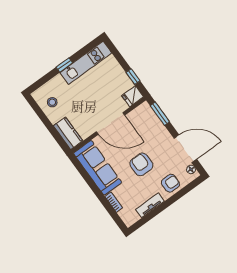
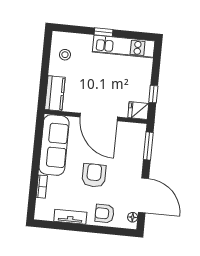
armchair: (170, 183) -> (104, 213), turned 180

